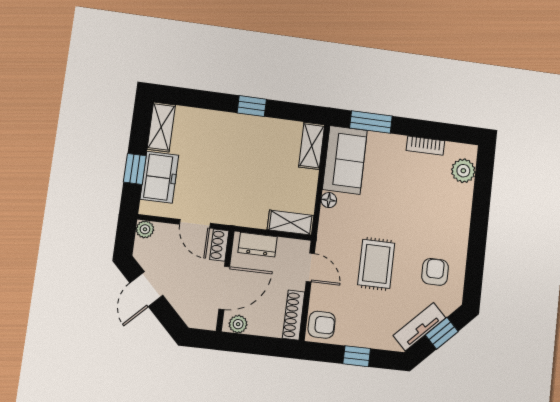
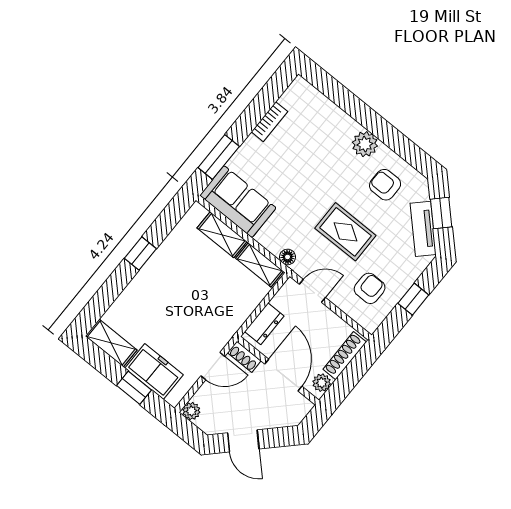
shelving: (312, 146) -> (222, 235), moved
plant: (463, 171) -> (365, 144), moved
floor lamp: (329, 200) -> (288, 257), moved
shelving: (291, 223) -> (260, 265), moved, turned 90
shoe rack: (294, 315) -> (345, 356), moved, turned 90
armchair: (322, 325) -> (370, 288), moved

